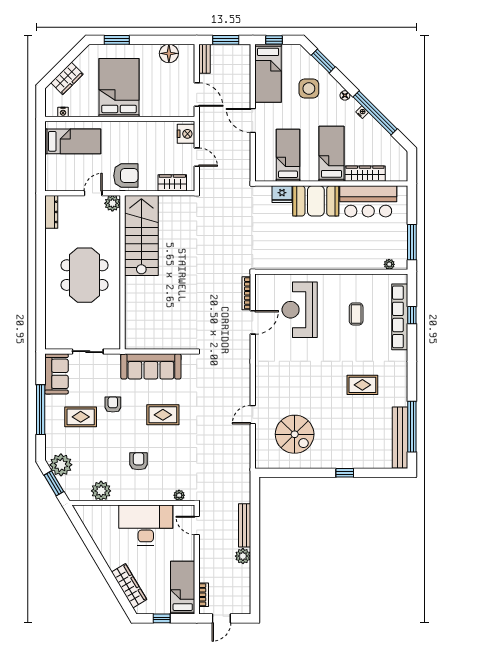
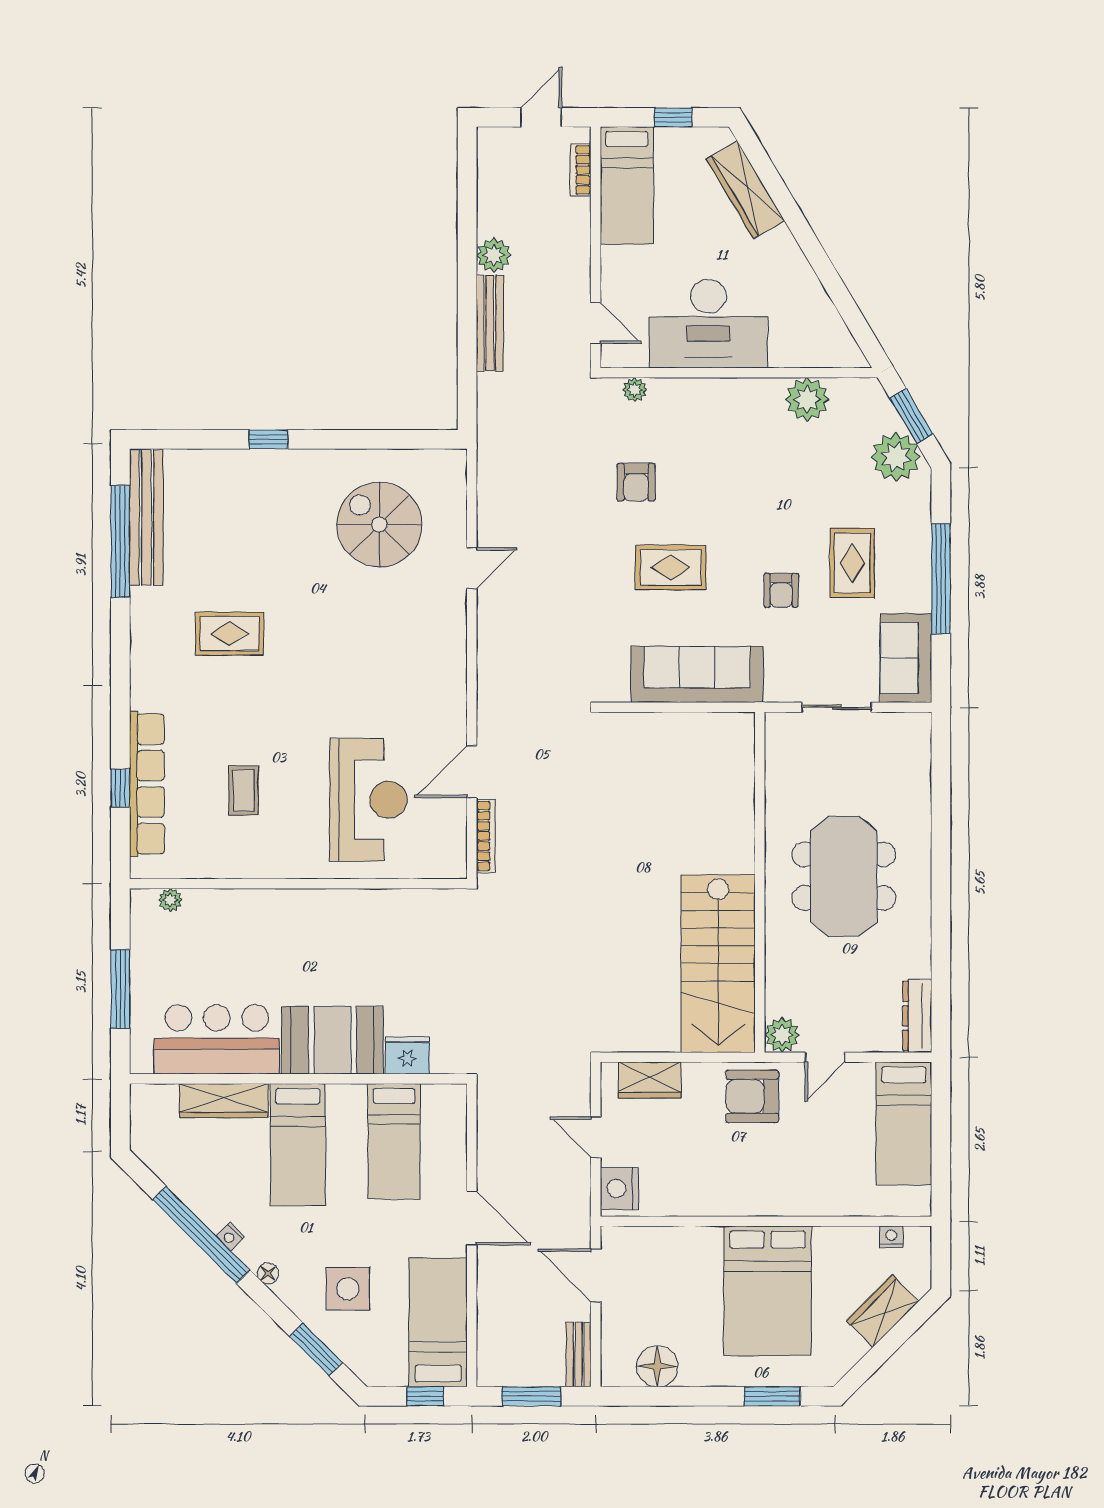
bed: (73, 141) -> (904, 1123), moved, turned -90
window: (412, 242) -> (120, 989), moved
rug: (81, 417) -> (852, 563), turned 90
armchair: (139, 461) -> (636, 482), moved

